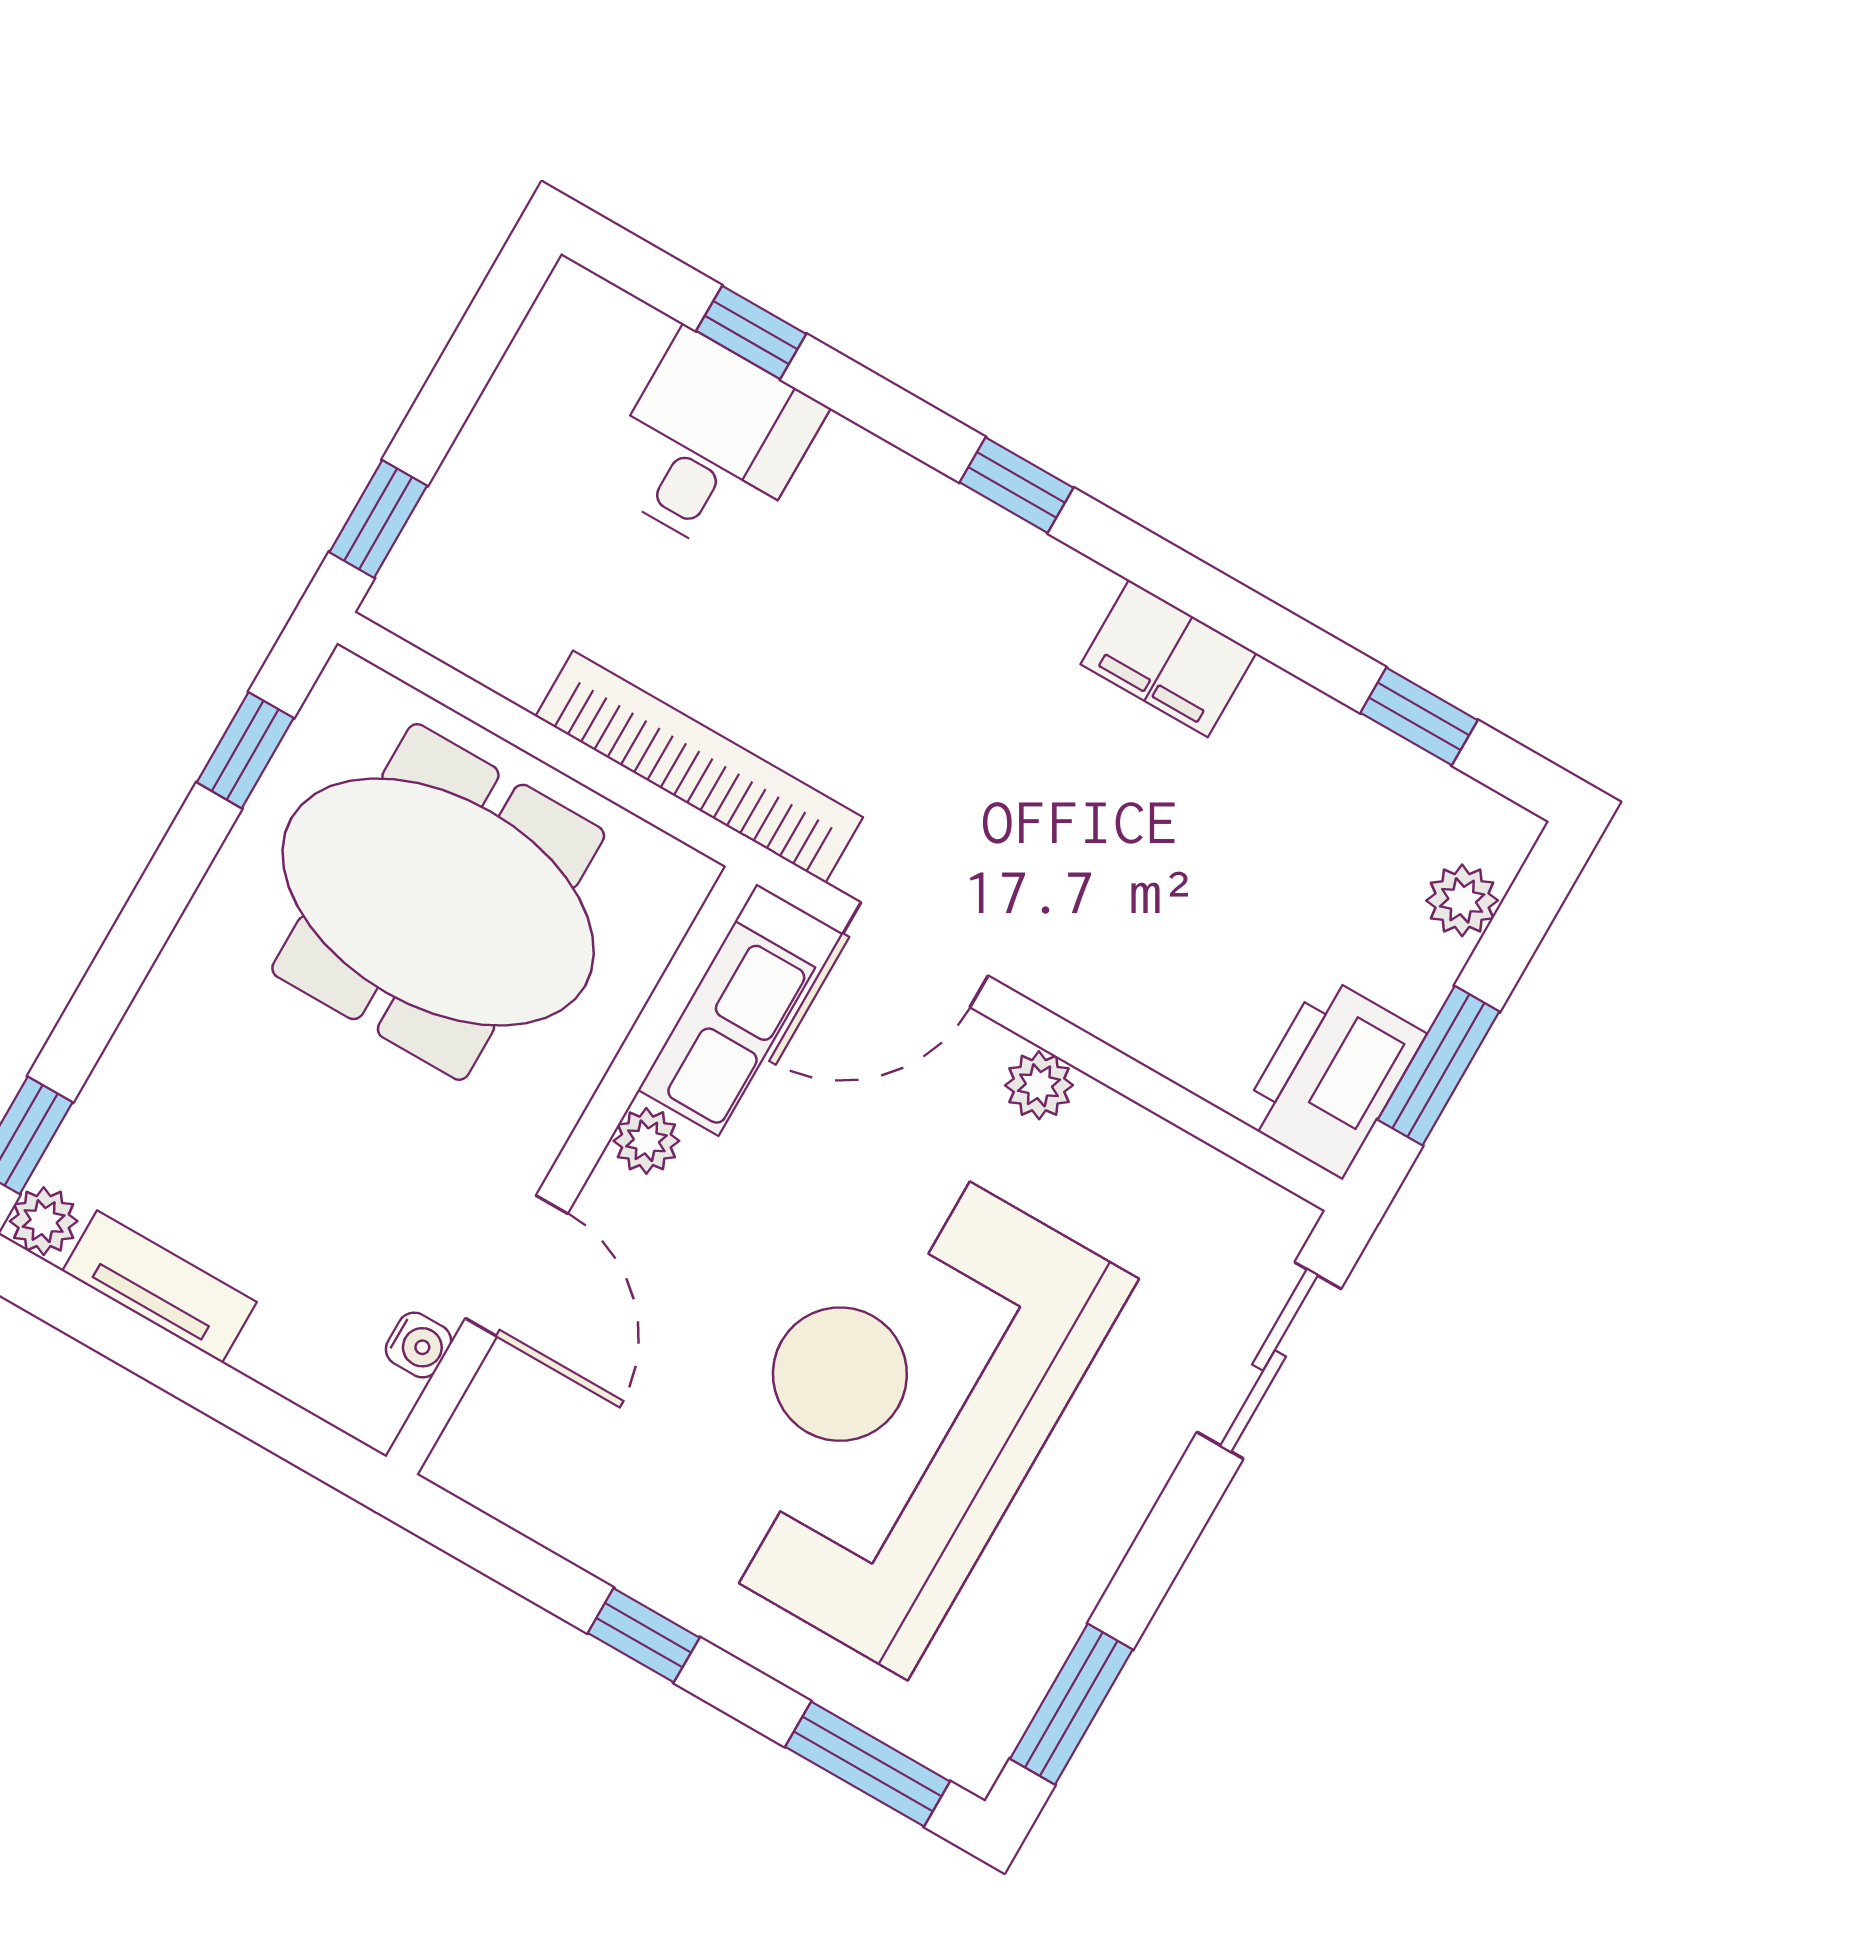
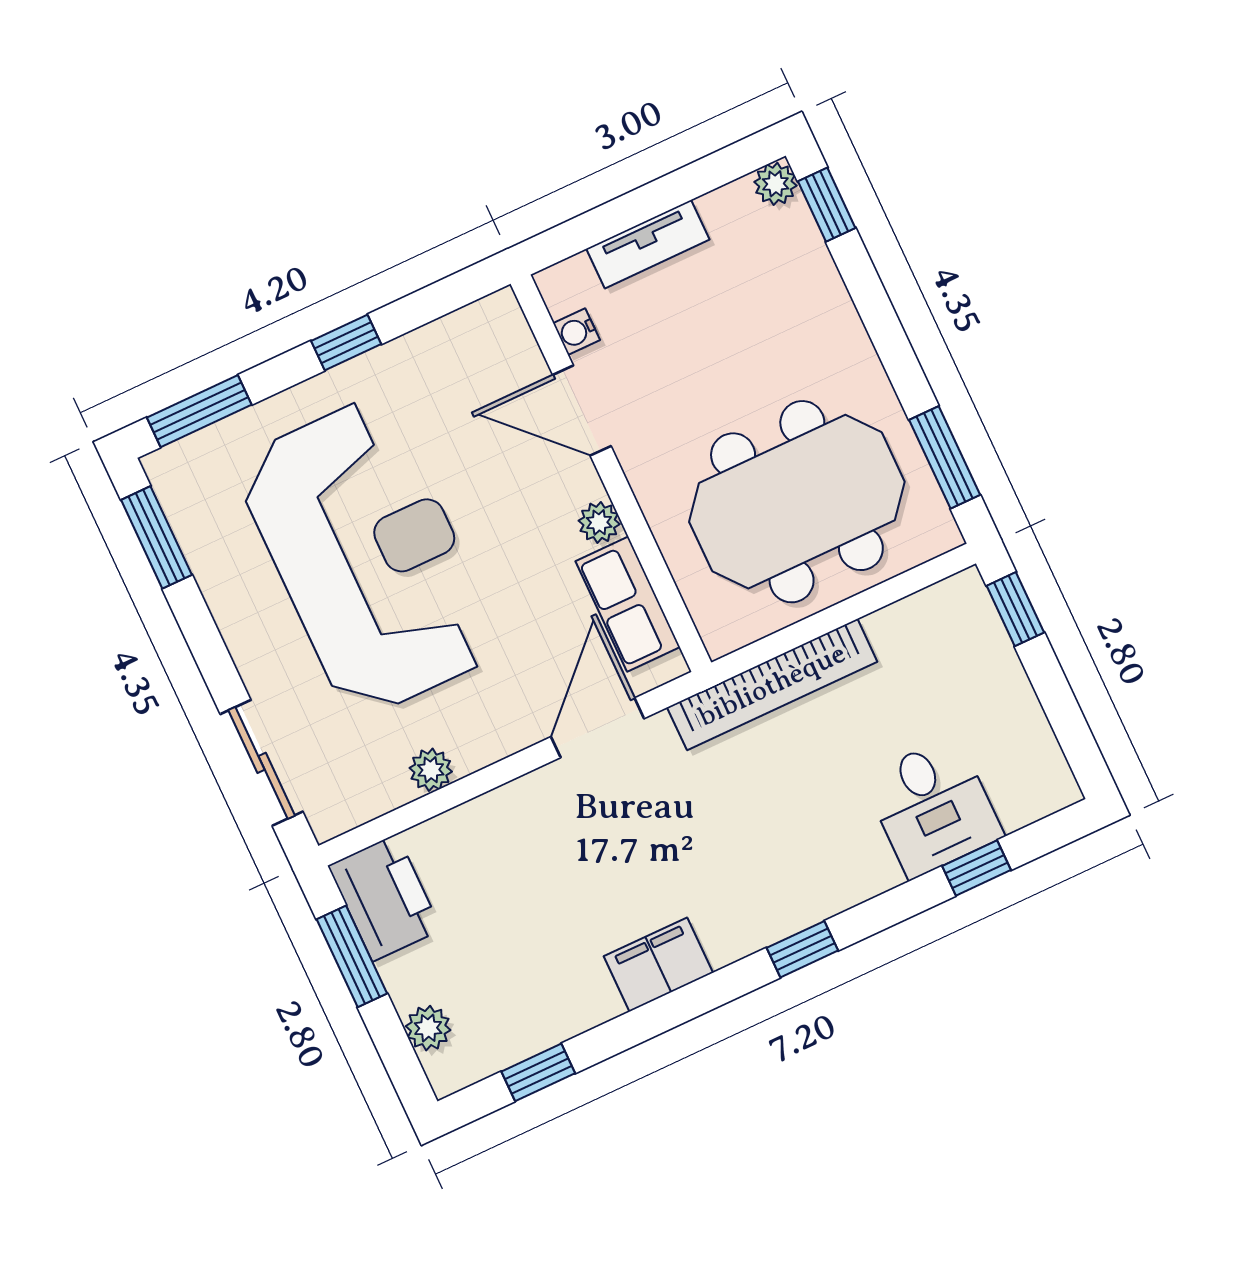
window: (245, 750) -> (945, 457), width x1.50
plant: (1039, 1085) -> (431, 770), moved
tv unit: (159, 1286) -> (648, 244), moved

